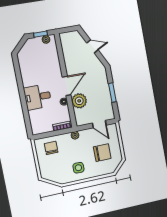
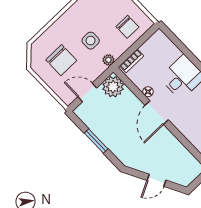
plant: (79, 101) -> (113, 87), moved
chair: (102, 153) -> (61, 60), turned -90
side table: (78, 168) -> (91, 41), moved

